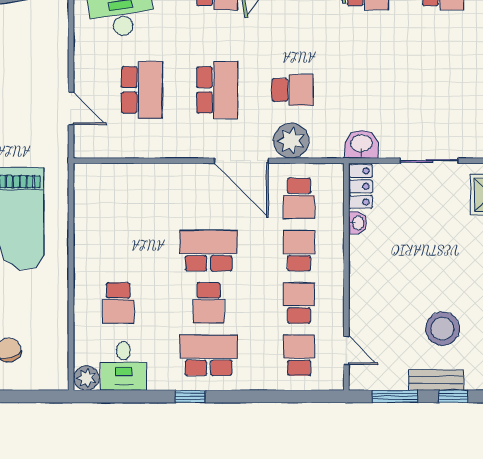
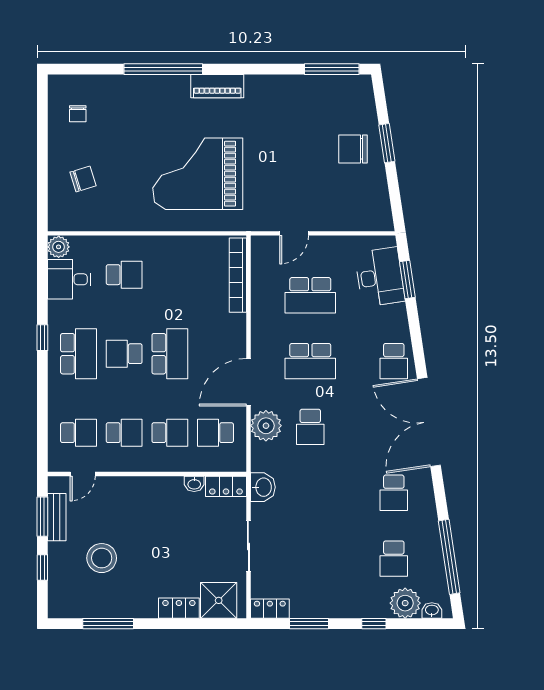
bookcase: (119, 173) -> (238, 275), added
school desk: (118, 303) -> (124, 275), turned 180
bench: (436, 380) -> (57, 517), moved

